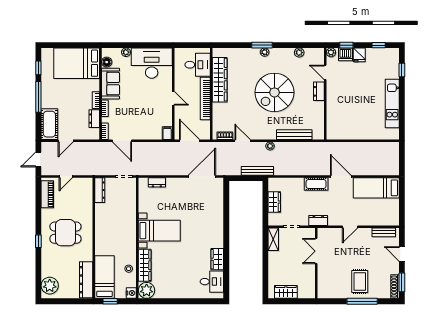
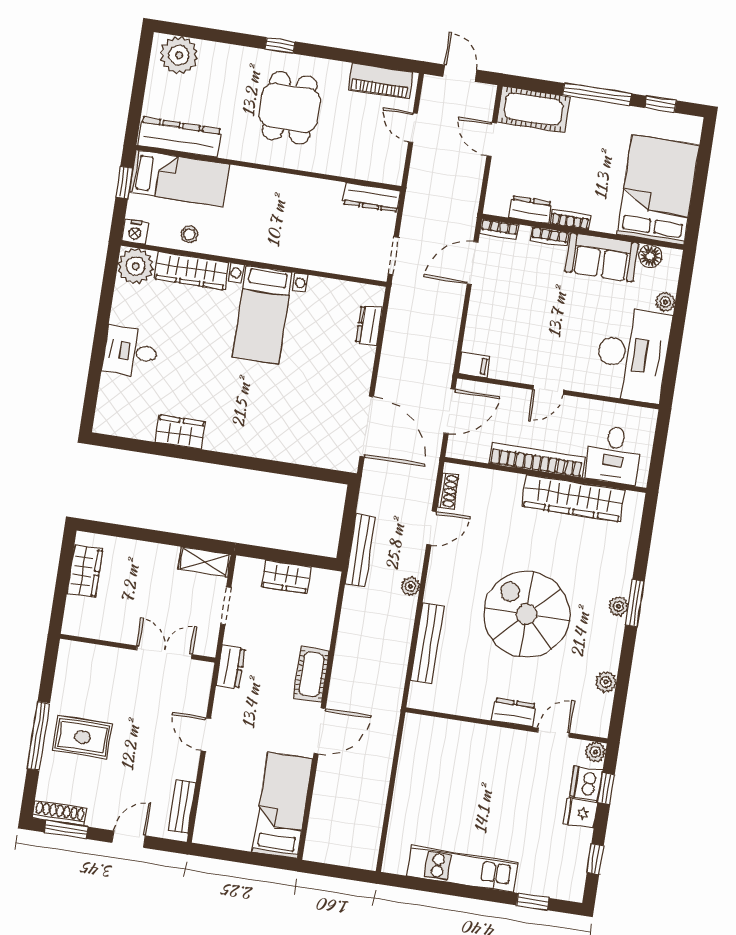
desk: (212, 282) -> (130, 352), moved, turned 90

